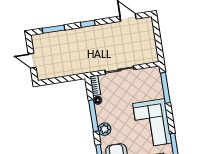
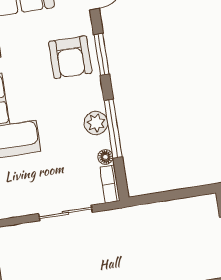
plant: (104, 129) -> (96, 123), moved

